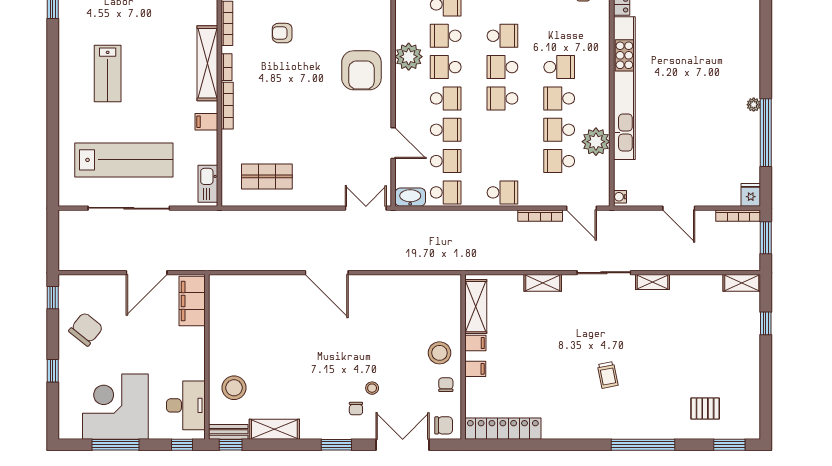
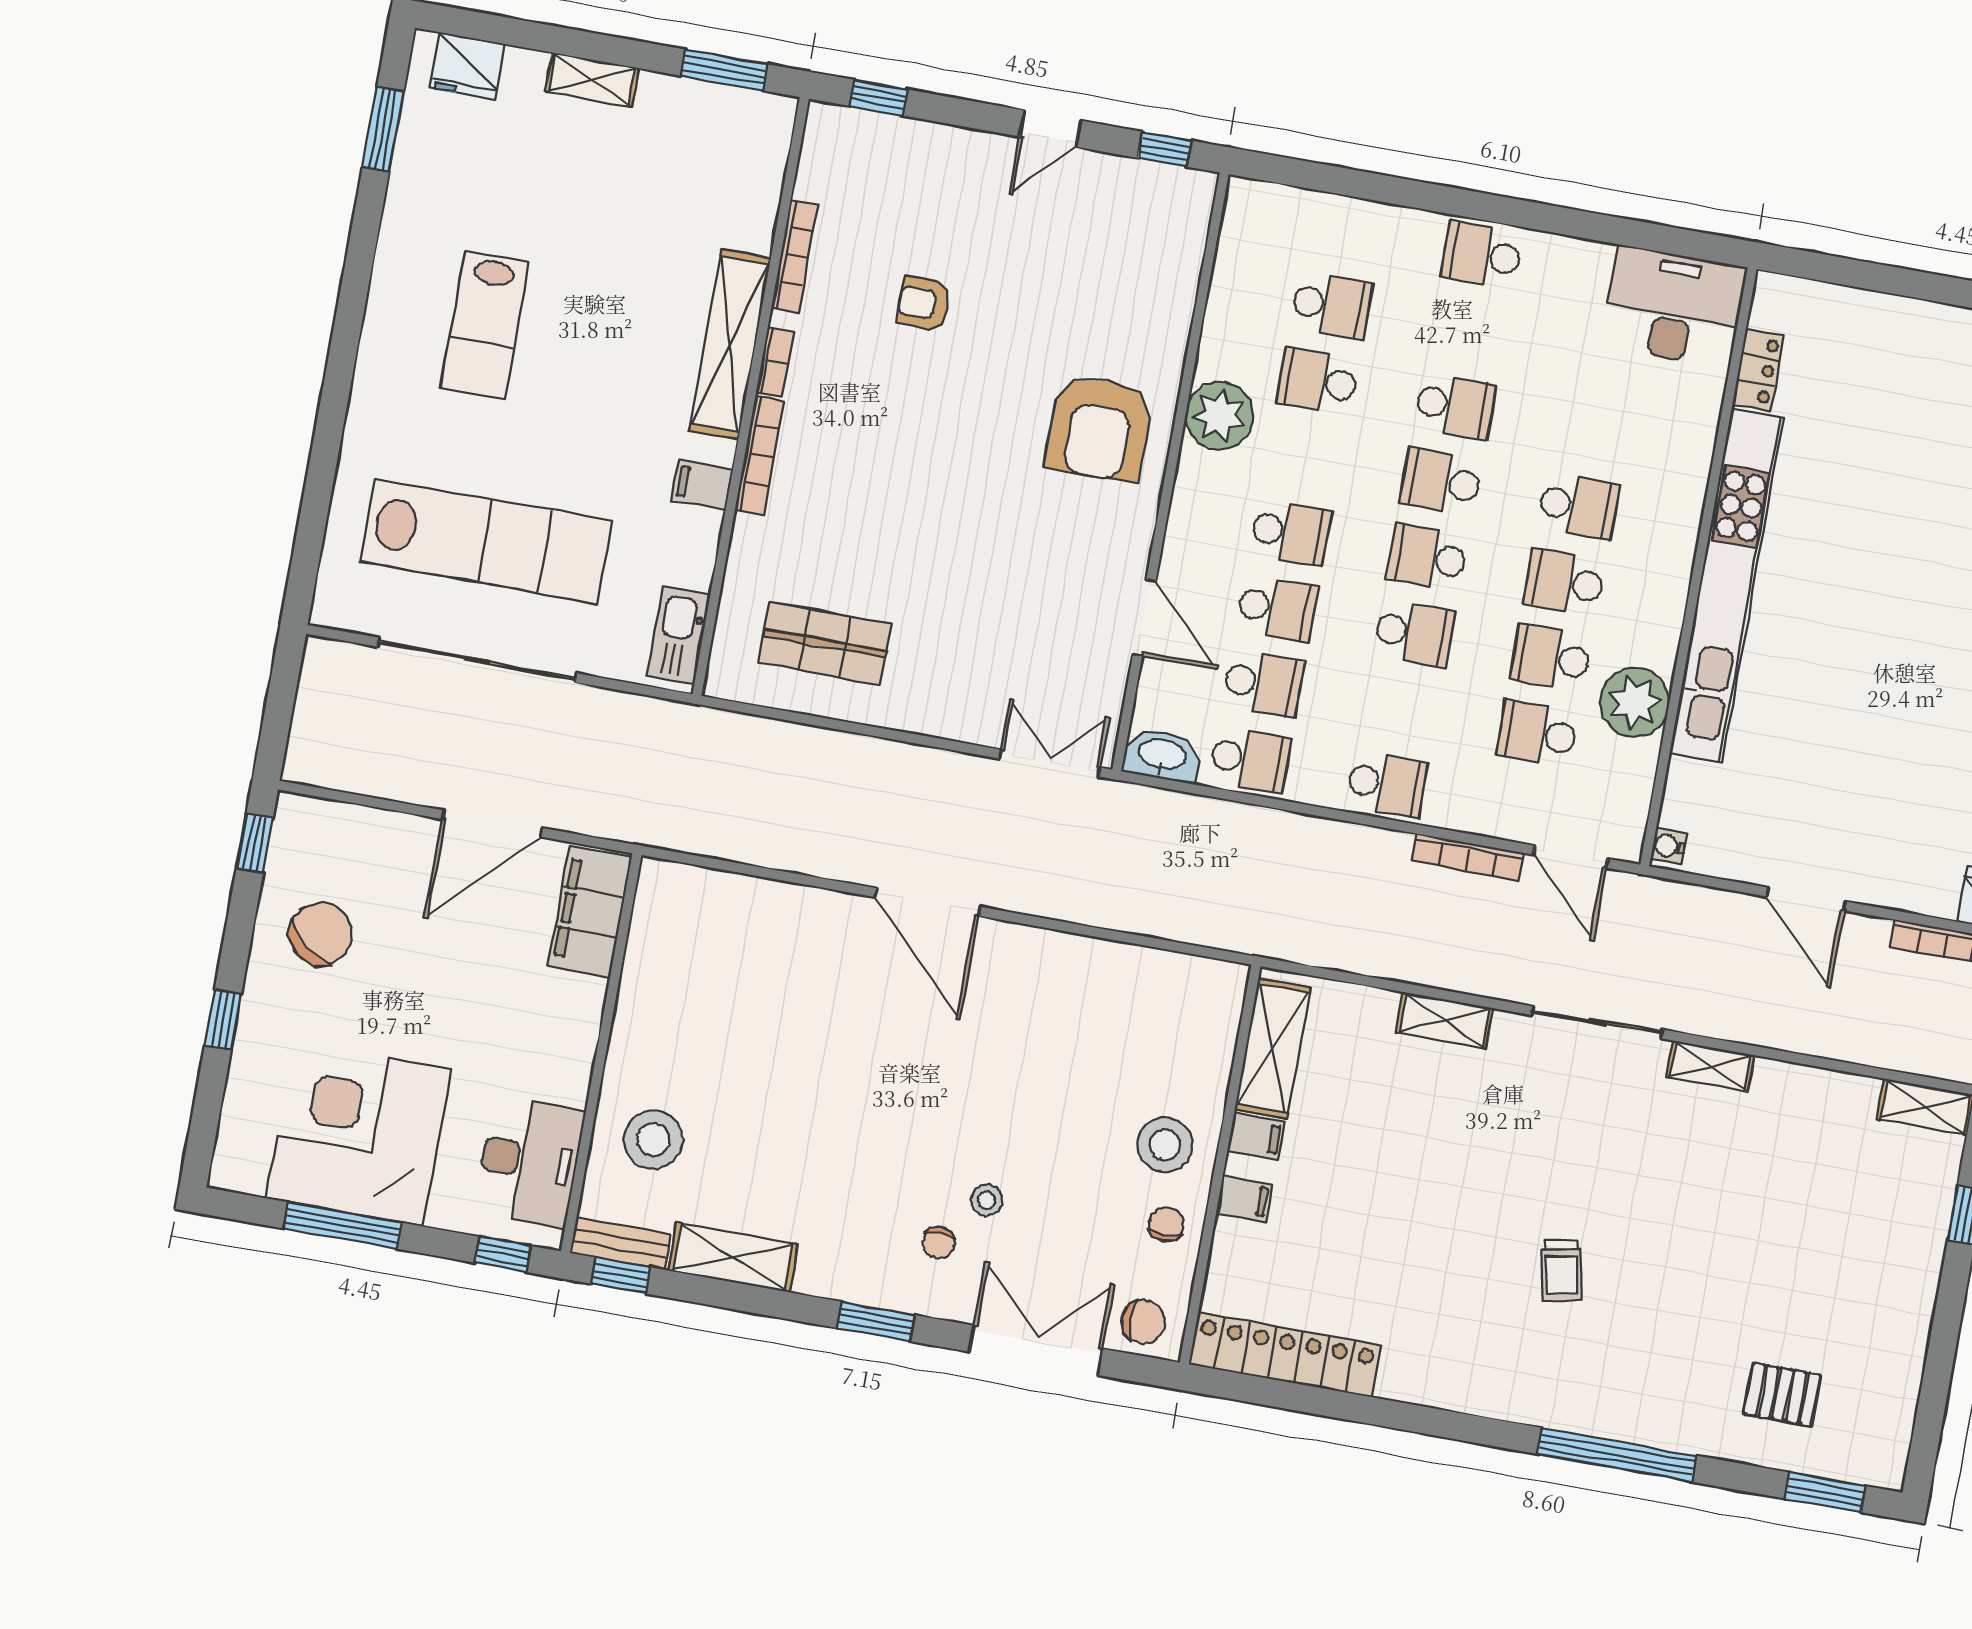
school desk: (446, 67) -> (1414, 633), moved, turned 180

